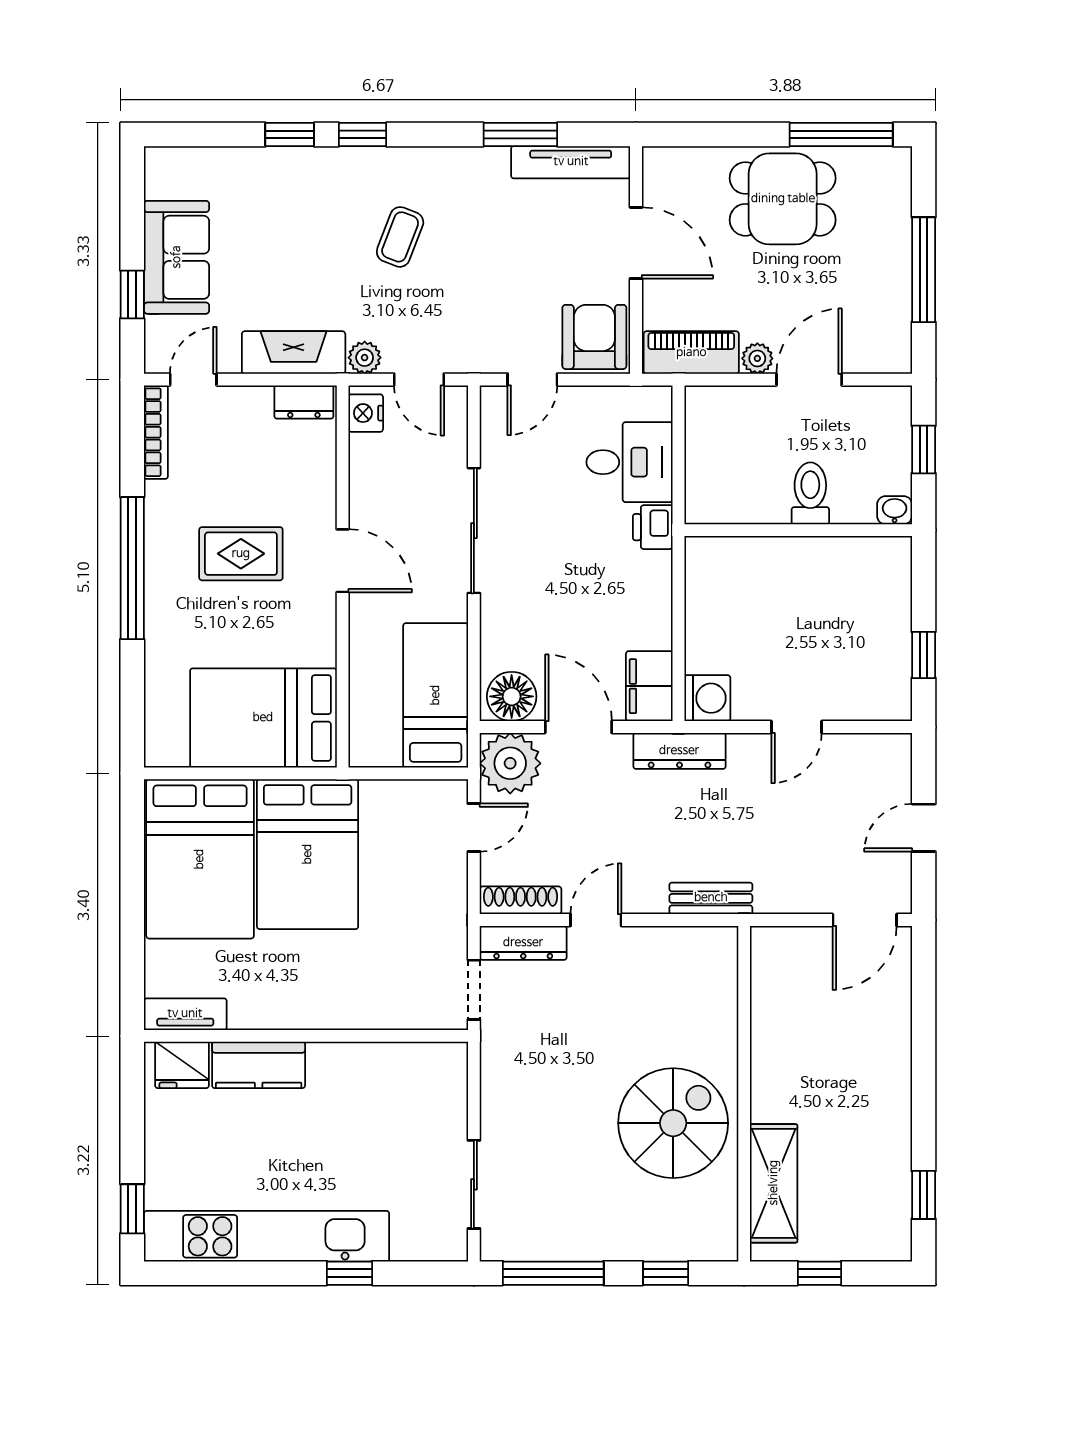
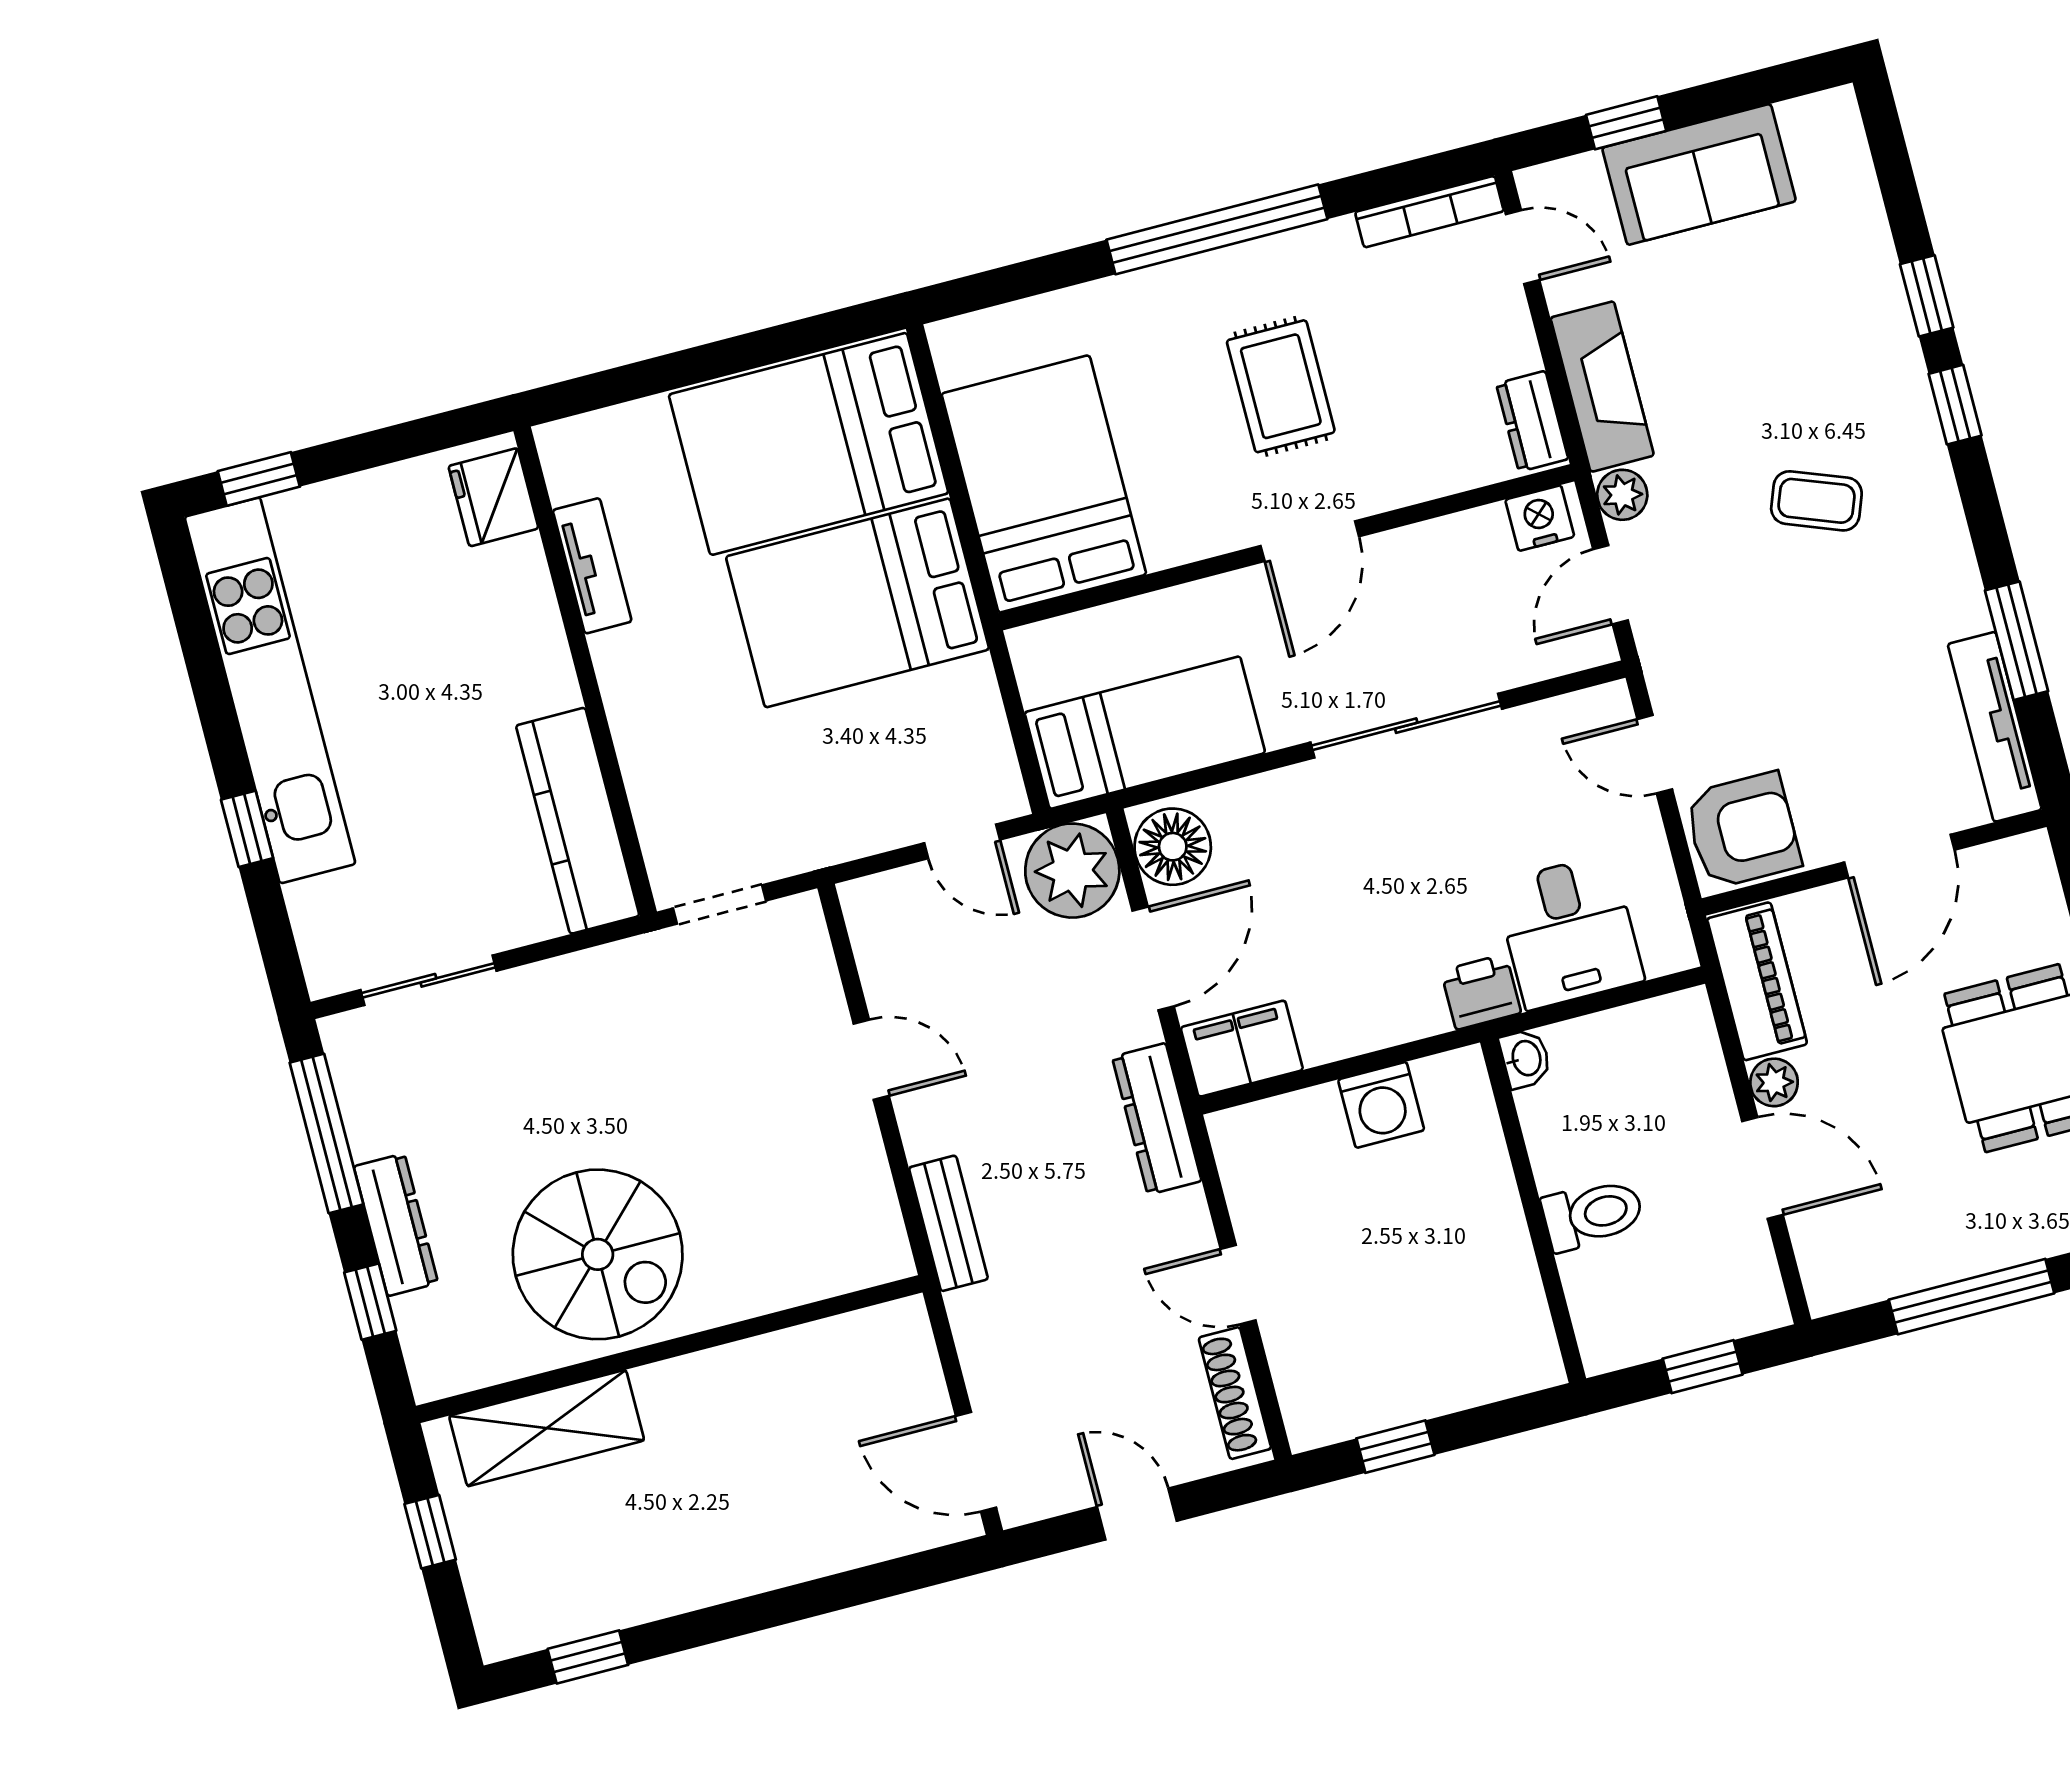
washbasin: (895, 510) -> (1525, 1058), moved
washing machine: (707, 698) -> (1381, 1105), moved
shoe rack: (521, 900) -> (1235, 1393), moved, turned 180
dresser: (523, 943) -> (396, 1225), moved, turned 180
tv unit: (185, 1014) -> (592, 566), moved
kitchen counter: (259, 1065) -> (578, 821), moved, width x1.50

